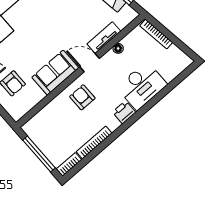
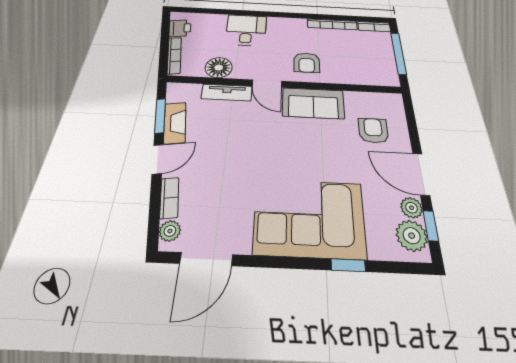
floor lamp: (118, 48) -> (219, 68), width x1.89, depth x1.89
desk: (142, 86) -> (246, 30), width x0.73
printer: (124, 112) -> (180, 28), moved, turned -98

